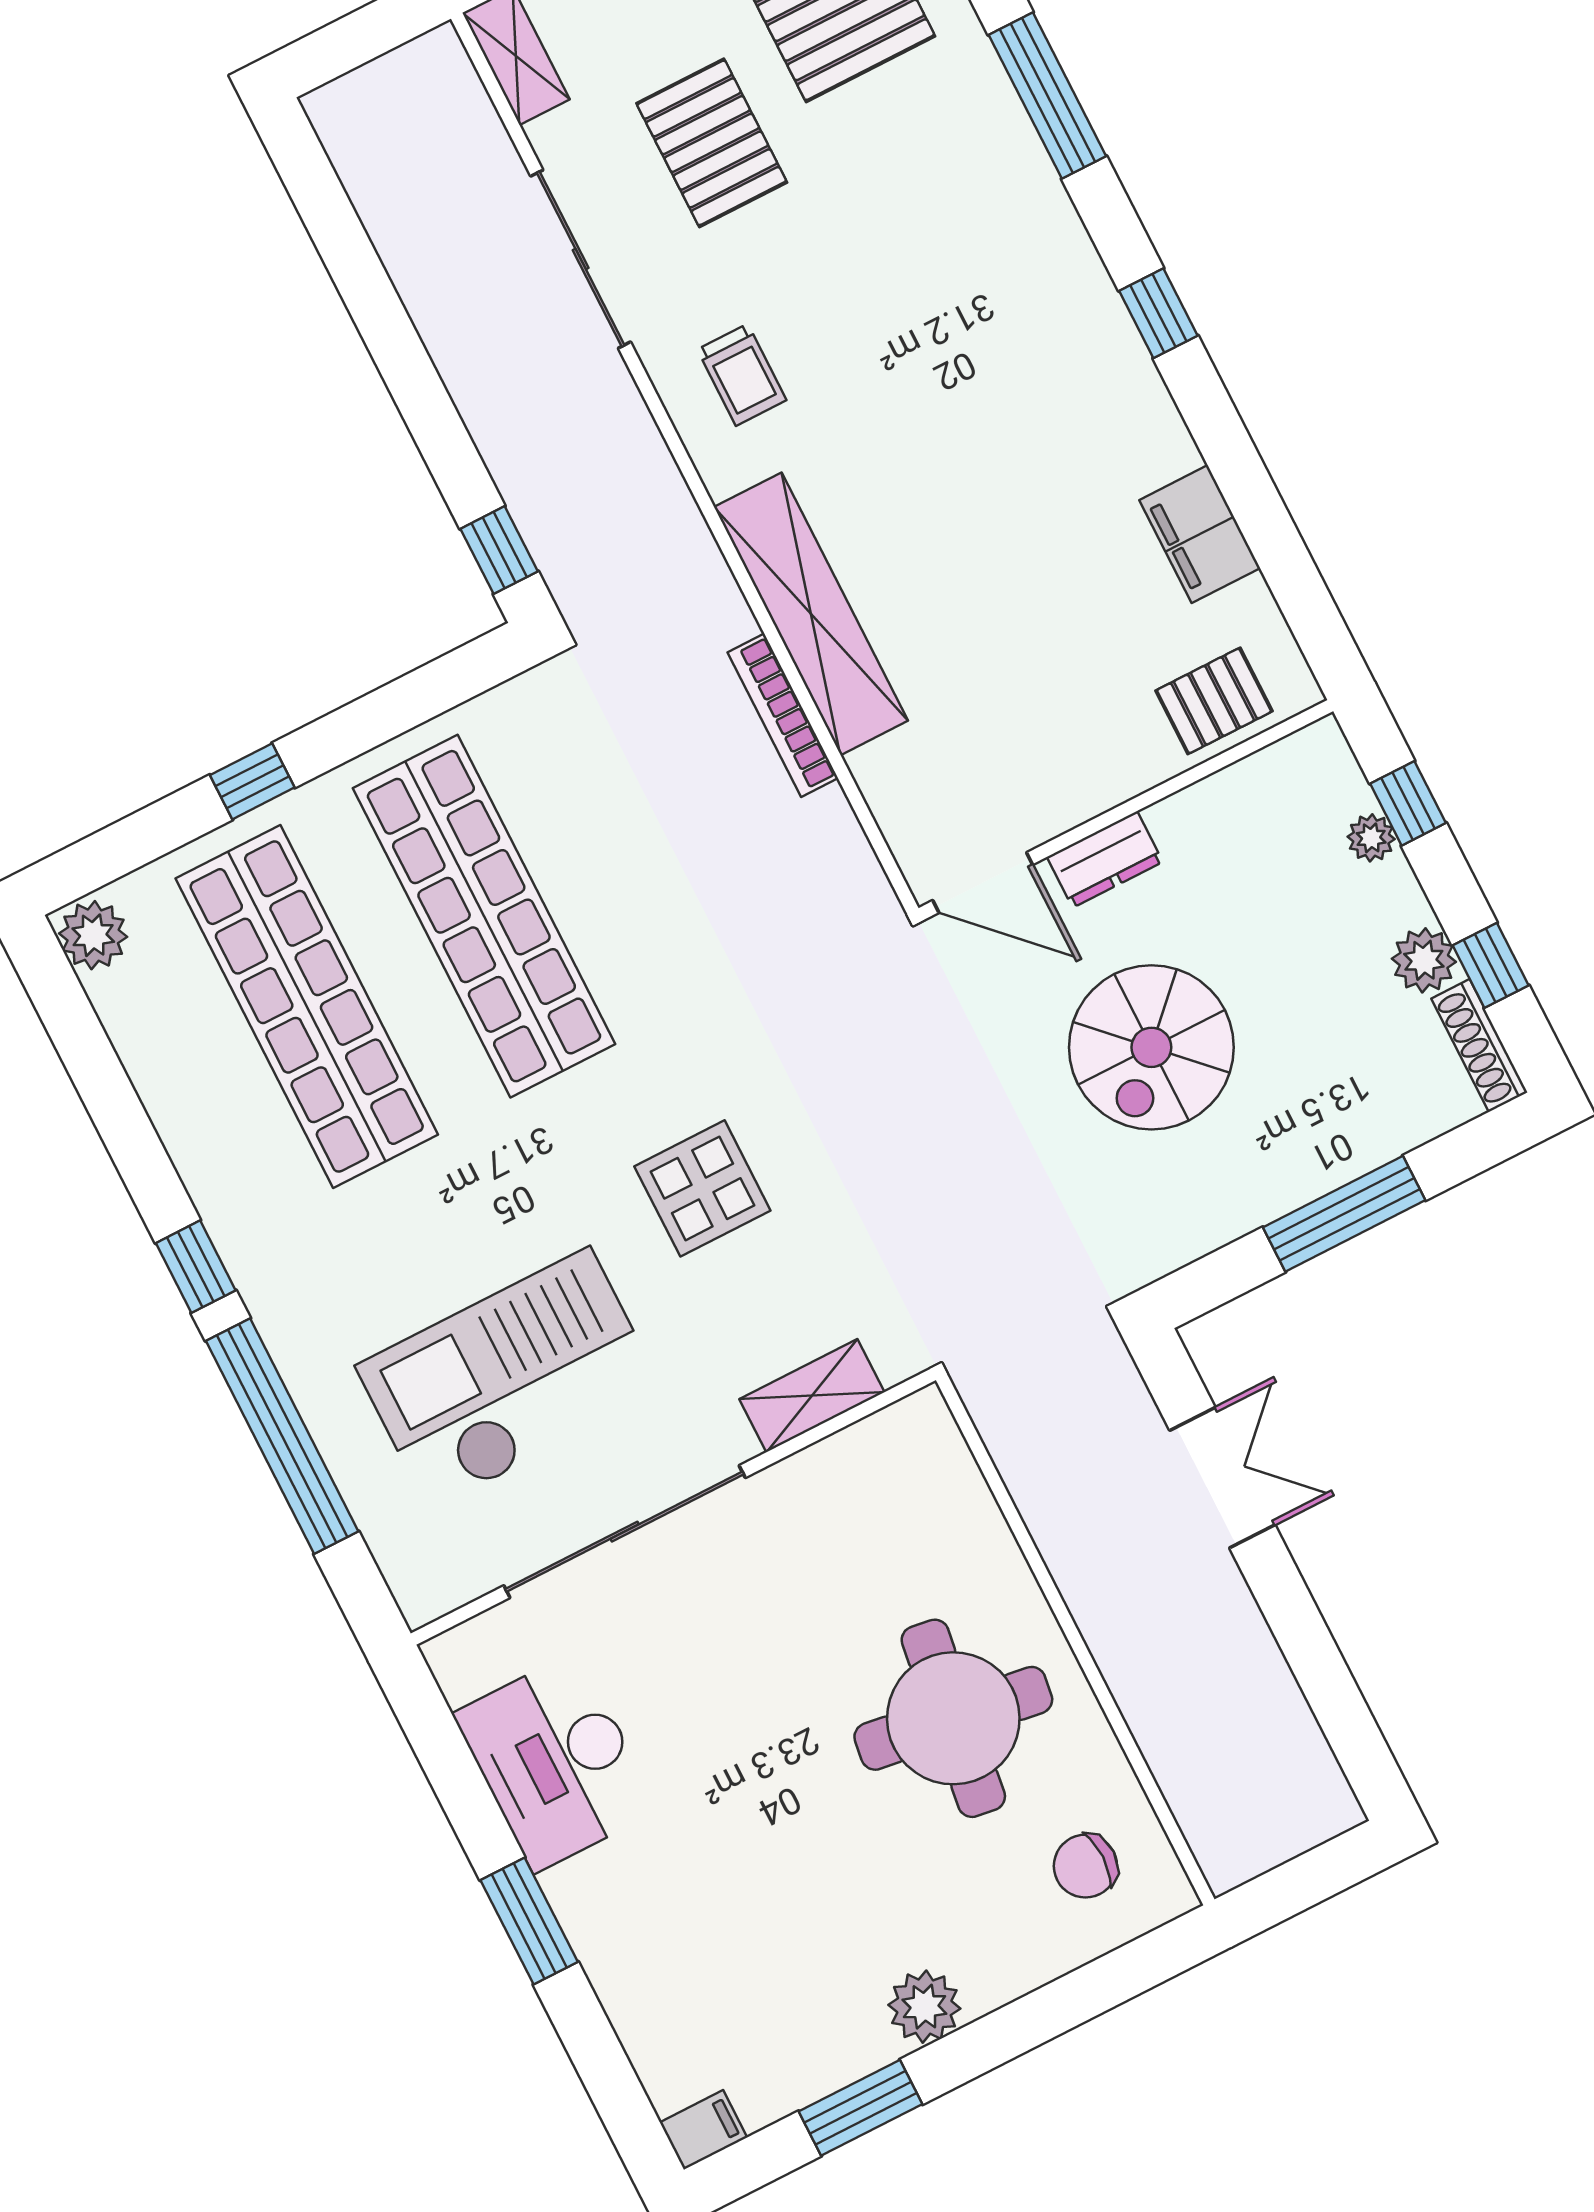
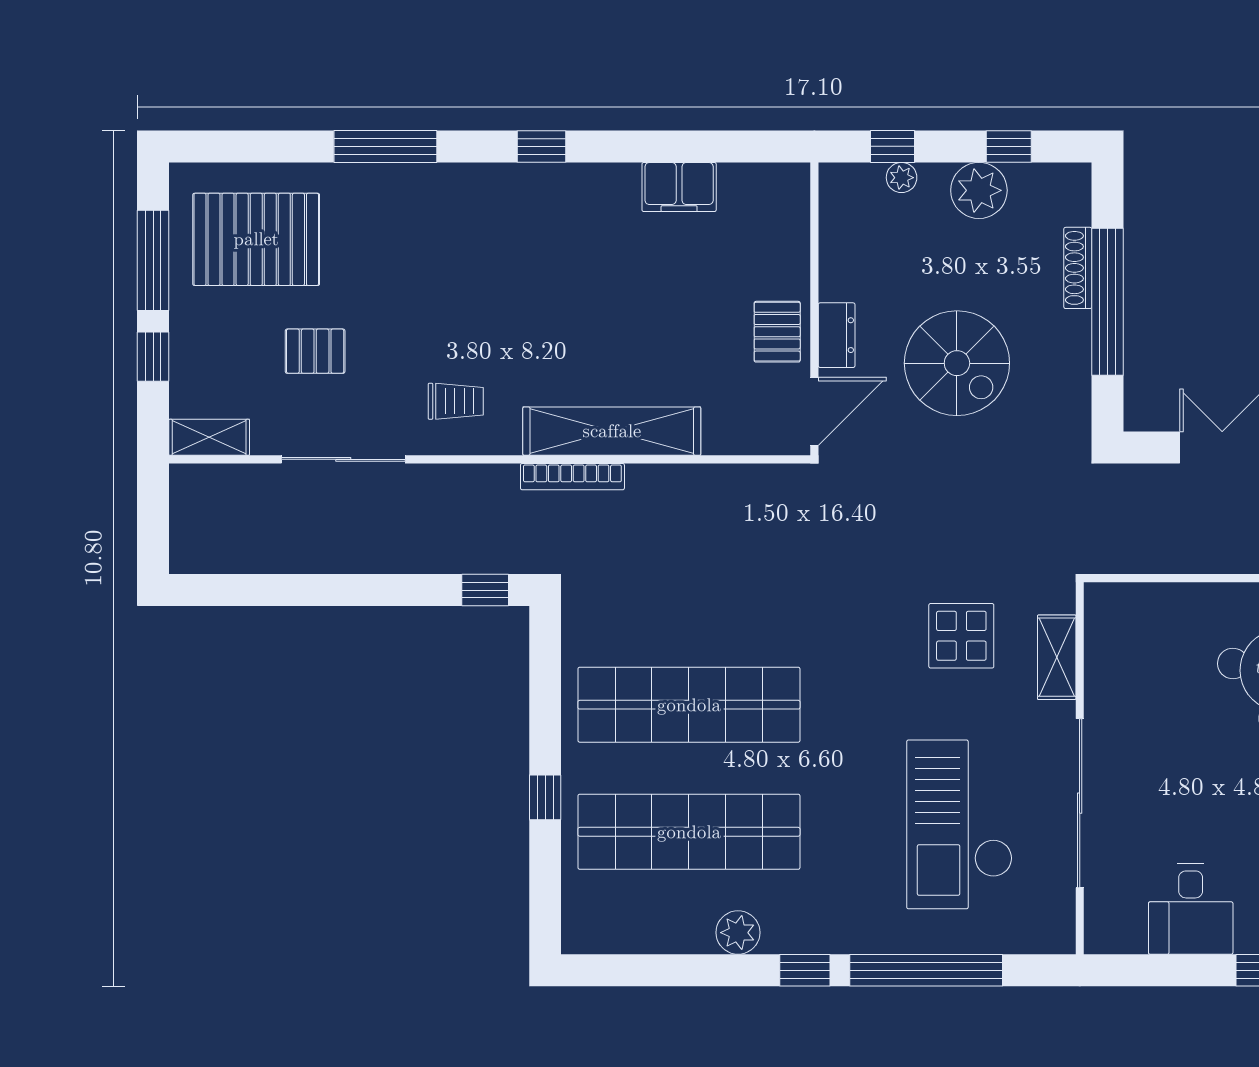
pallet: (712, 143) -> (315, 351), width x0.67, depth x0.71
pallet: (1214, 701) -> (777, 332), moved
bookcase: (783, 715) -> (572, 477), moved
plant: (93, 935) -> (738, 933), moved
plant: (1424, 960) -> (979, 190), width x1.36, depth x1.36
shoe rack: (1479, 1045) -> (1078, 268), moved, turned 90
display table: (702, 1188) -> (961, 636), moved
window: (1344, 1214) -> (1107, 302), width x1.46
desk: (556, 1762) -> (1191, 909), width x0.73

